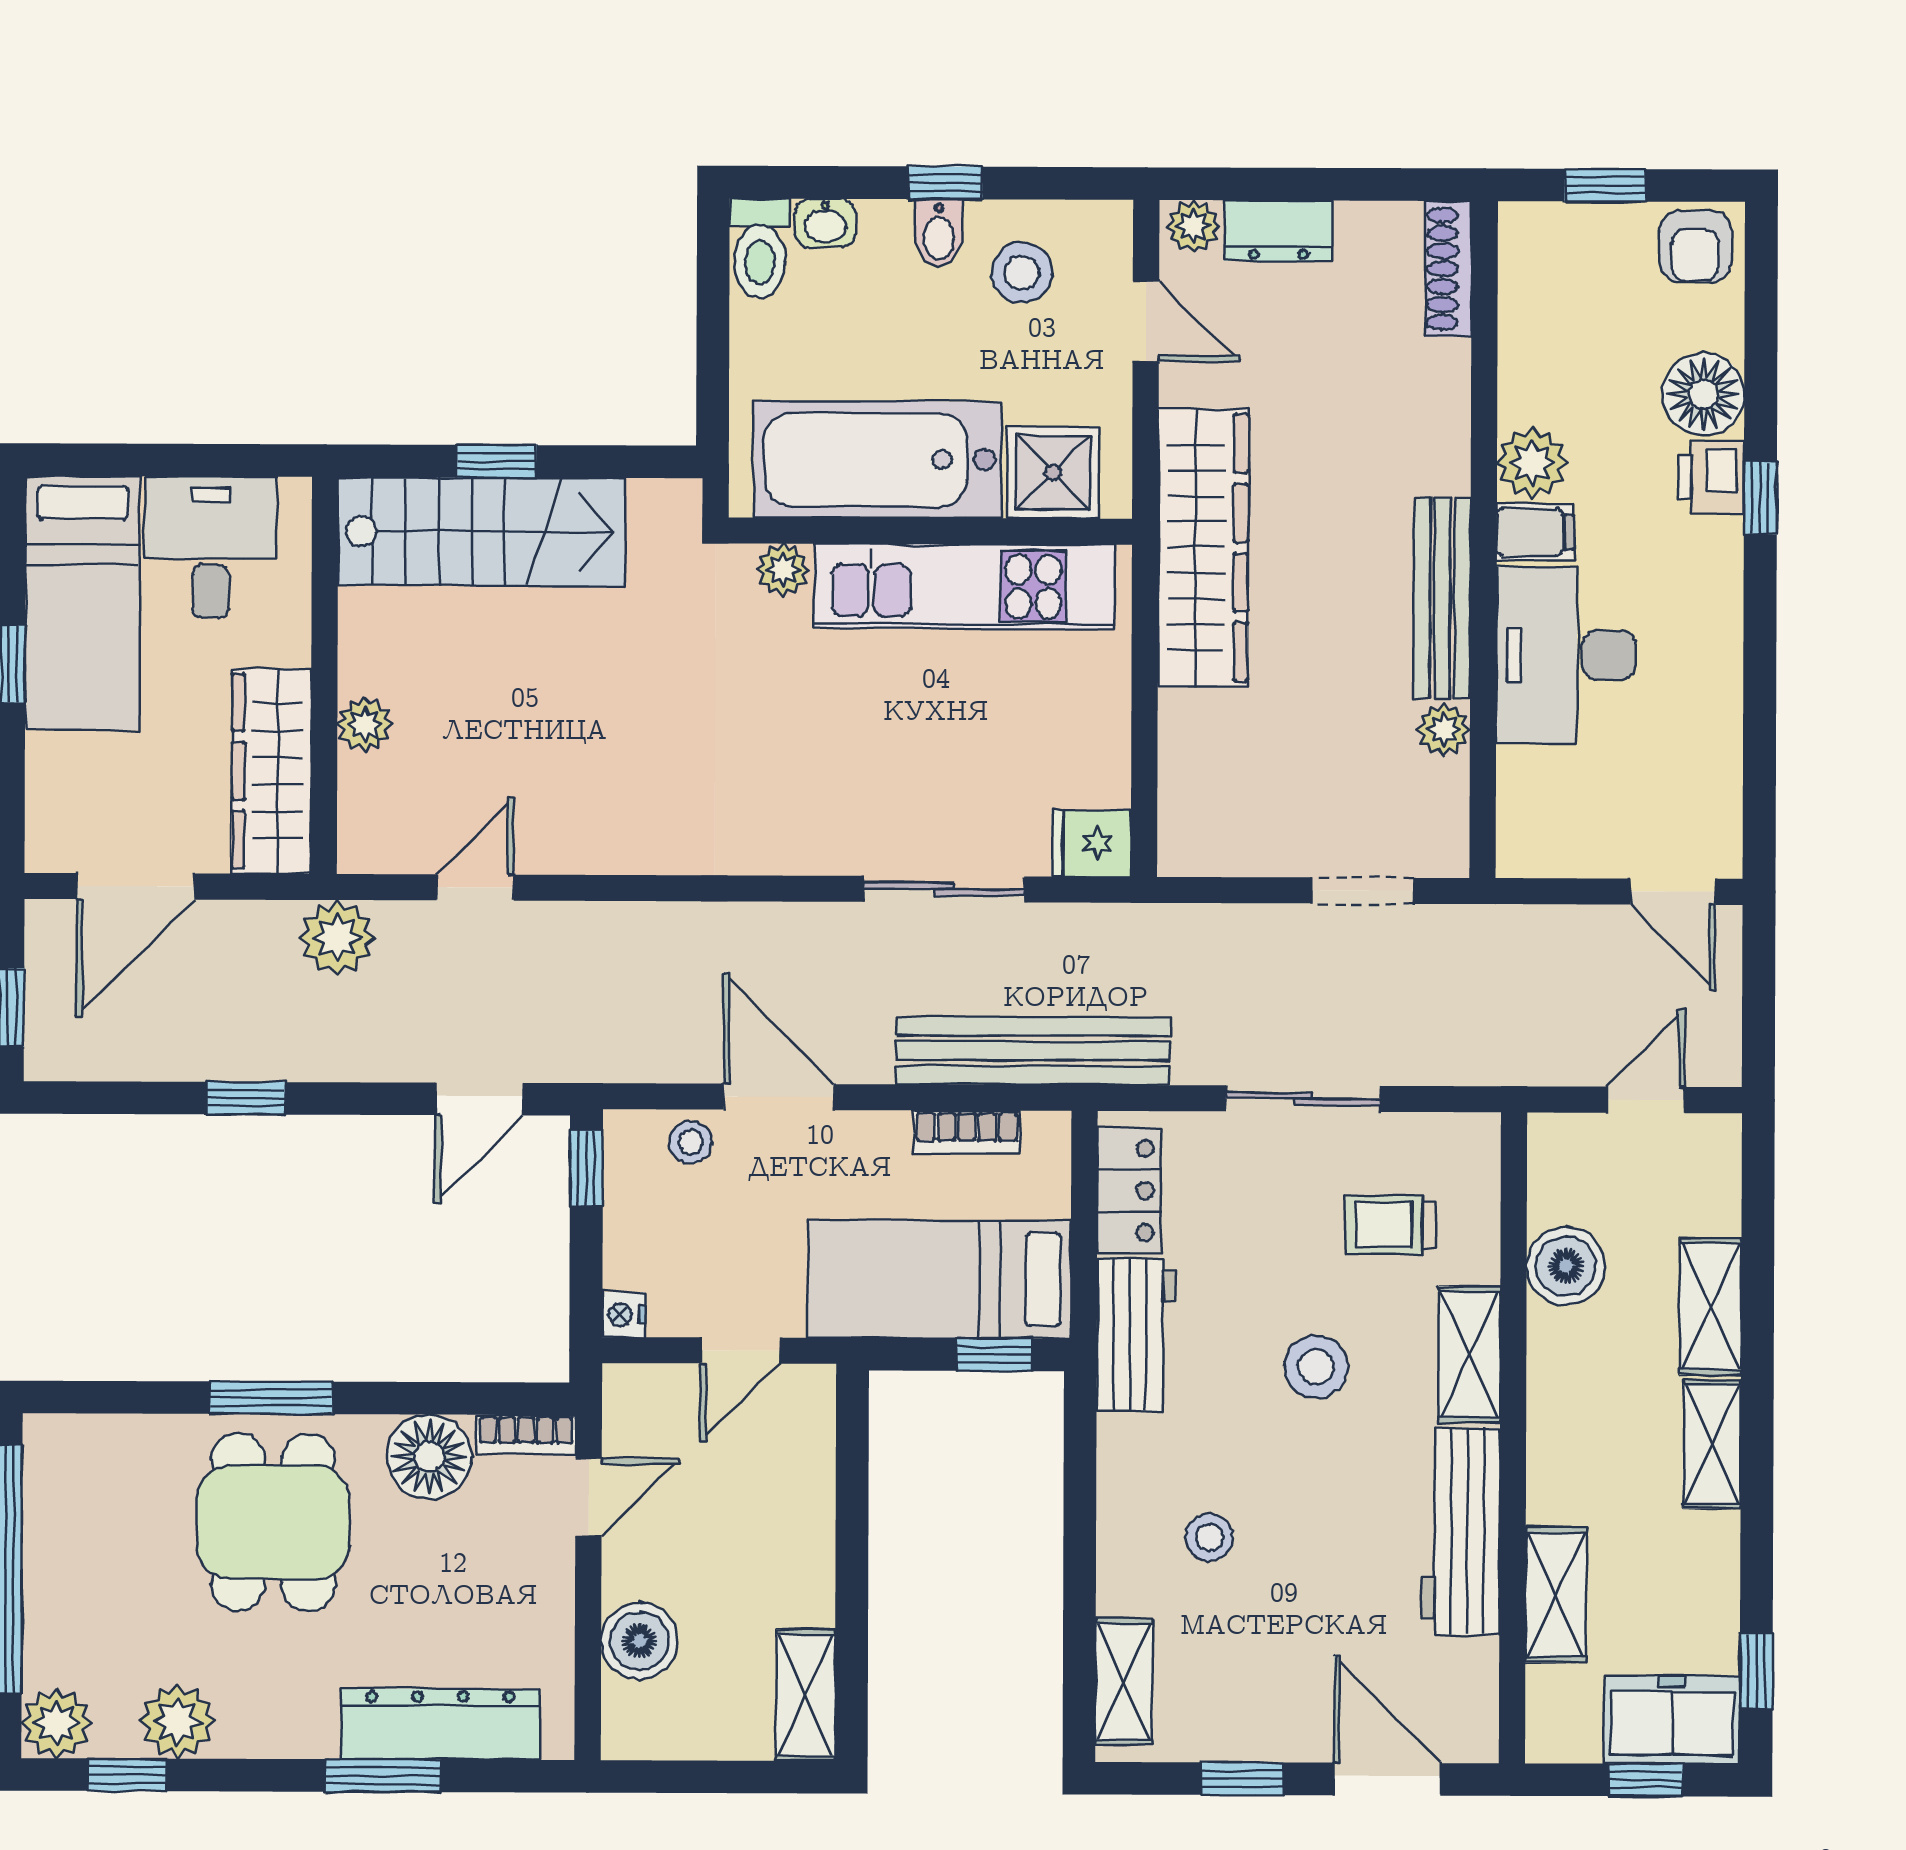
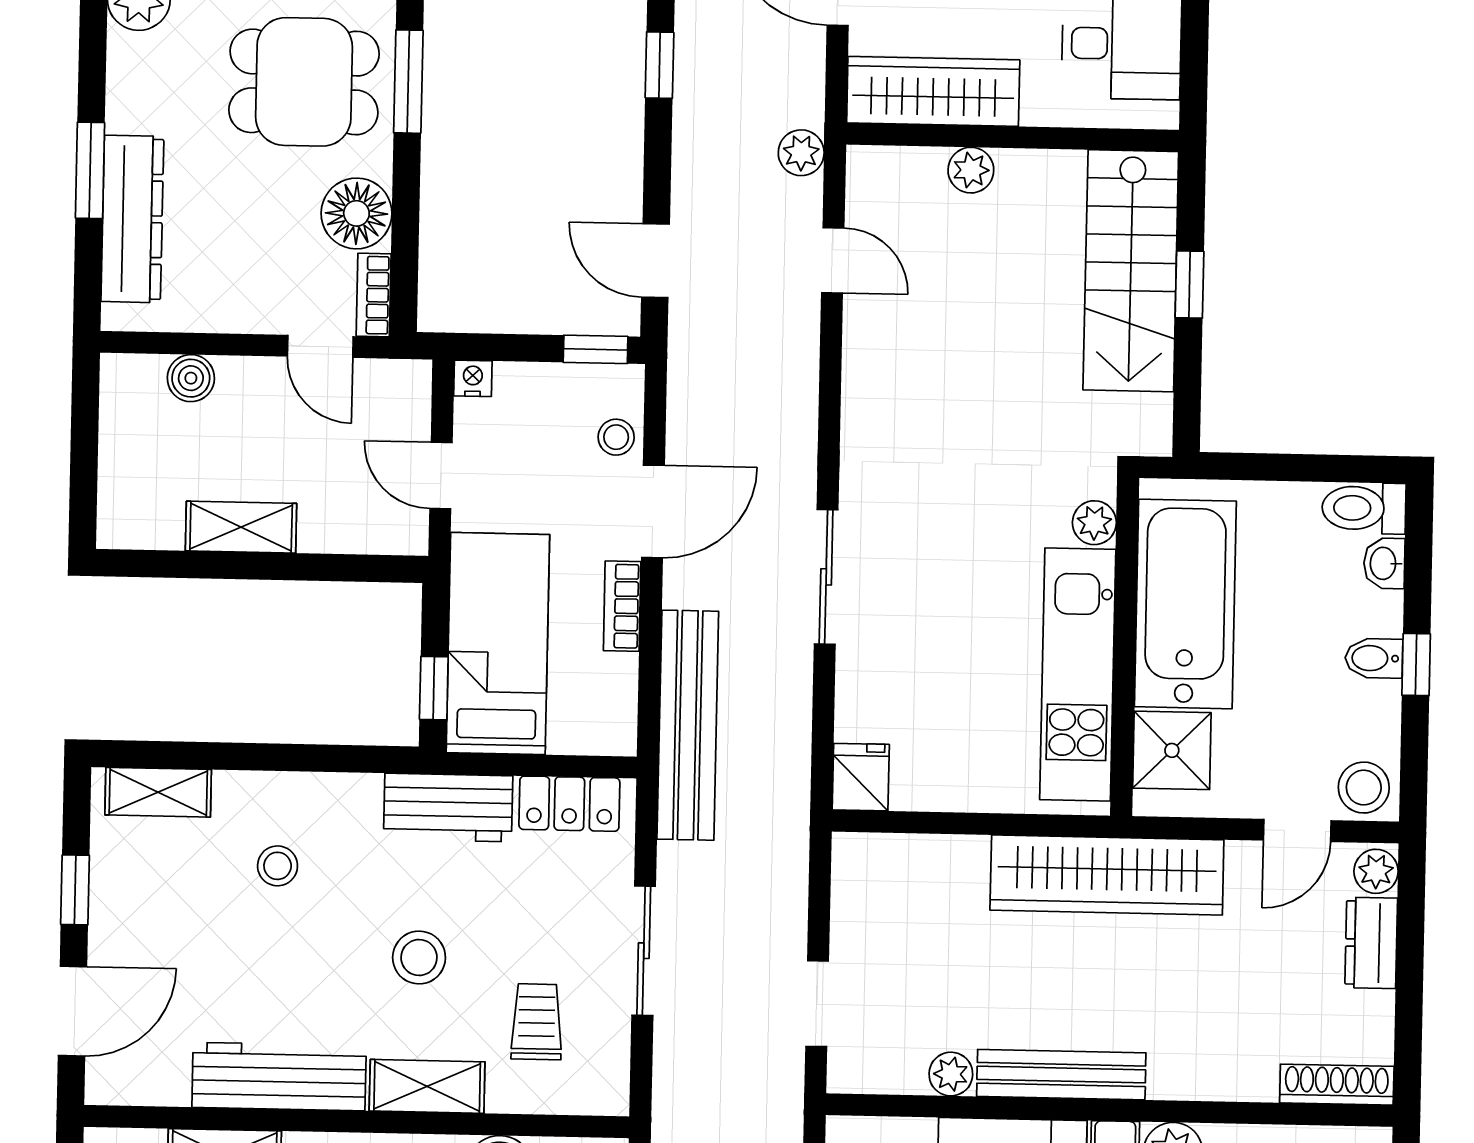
stool: (1022, 273) -> (1364, 788), moved
sliding door: (944, 889) -> (826, 577), moved
plant: (337, 938) -> (801, 153), width x0.73, depth x0.73
bookcase: (967, 1132) -> (622, 606), moved
boiler: (639, 1641) -> (191, 378), width x0.73, depth x0.73
shelving: (806, 1695) -> (241, 527), moved

